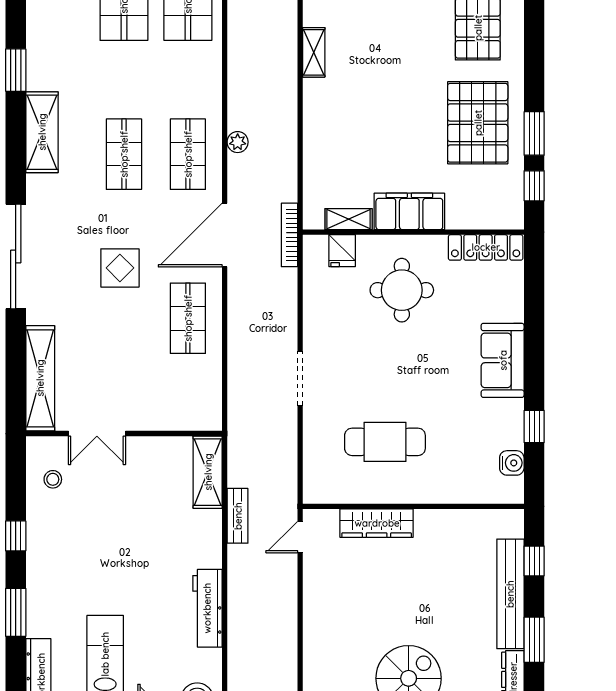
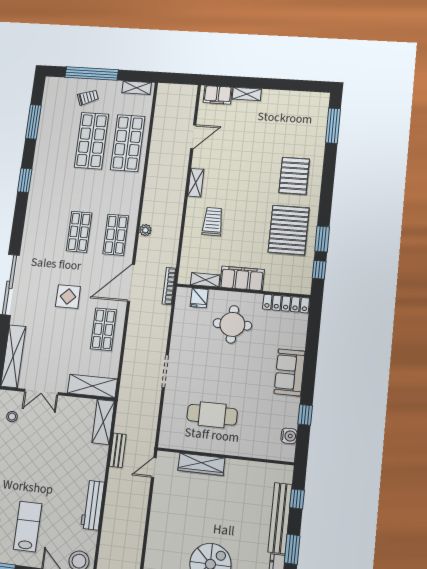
trolley: (350, 118) -> (213, 222), added
shelving: (42, 132) -> (92, 386), moved, turned 90

